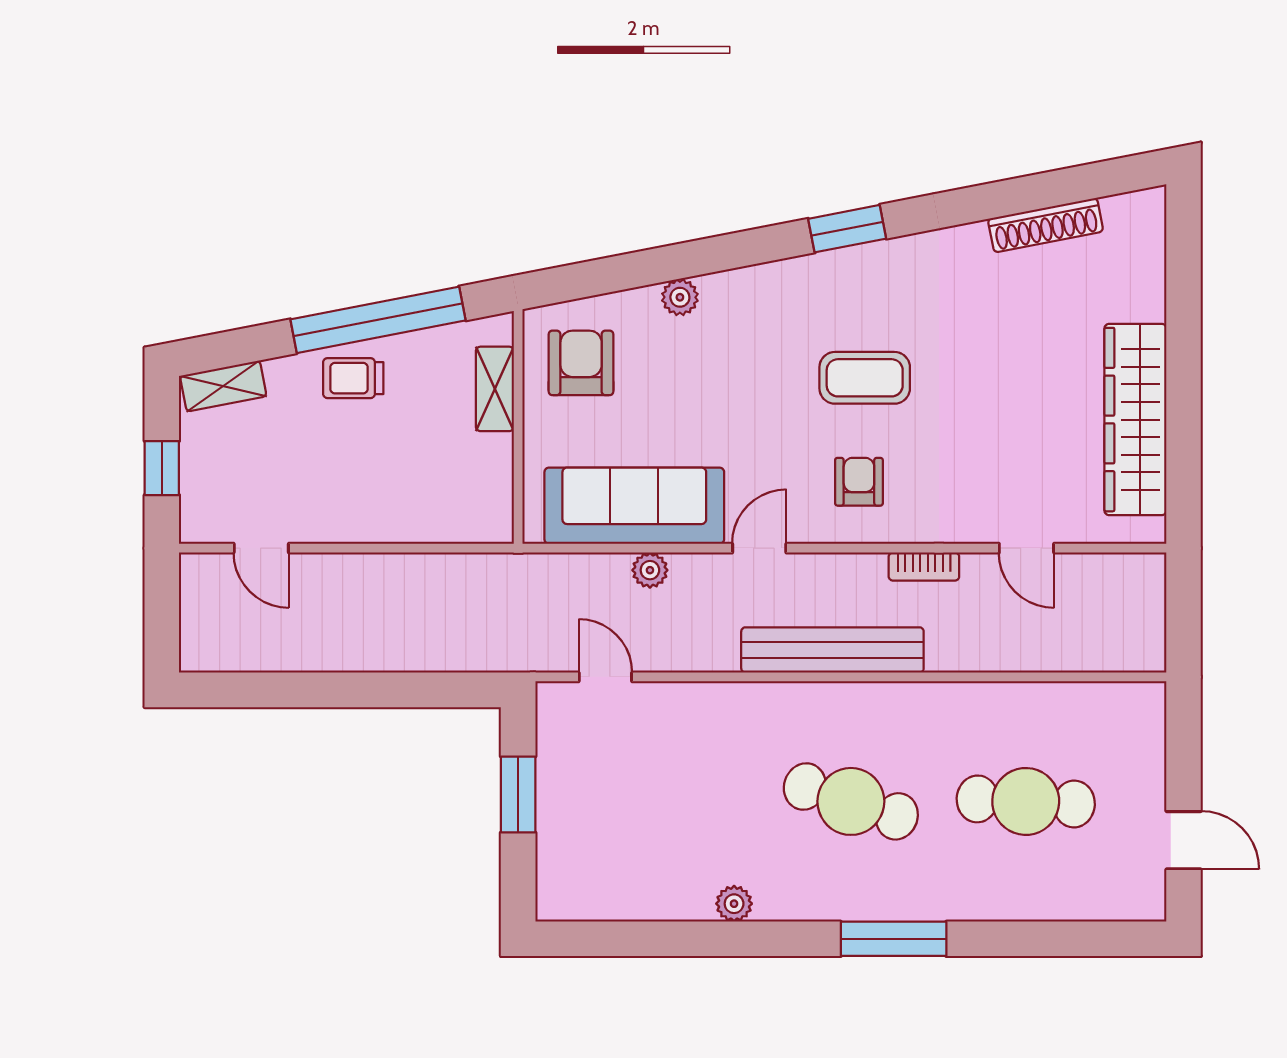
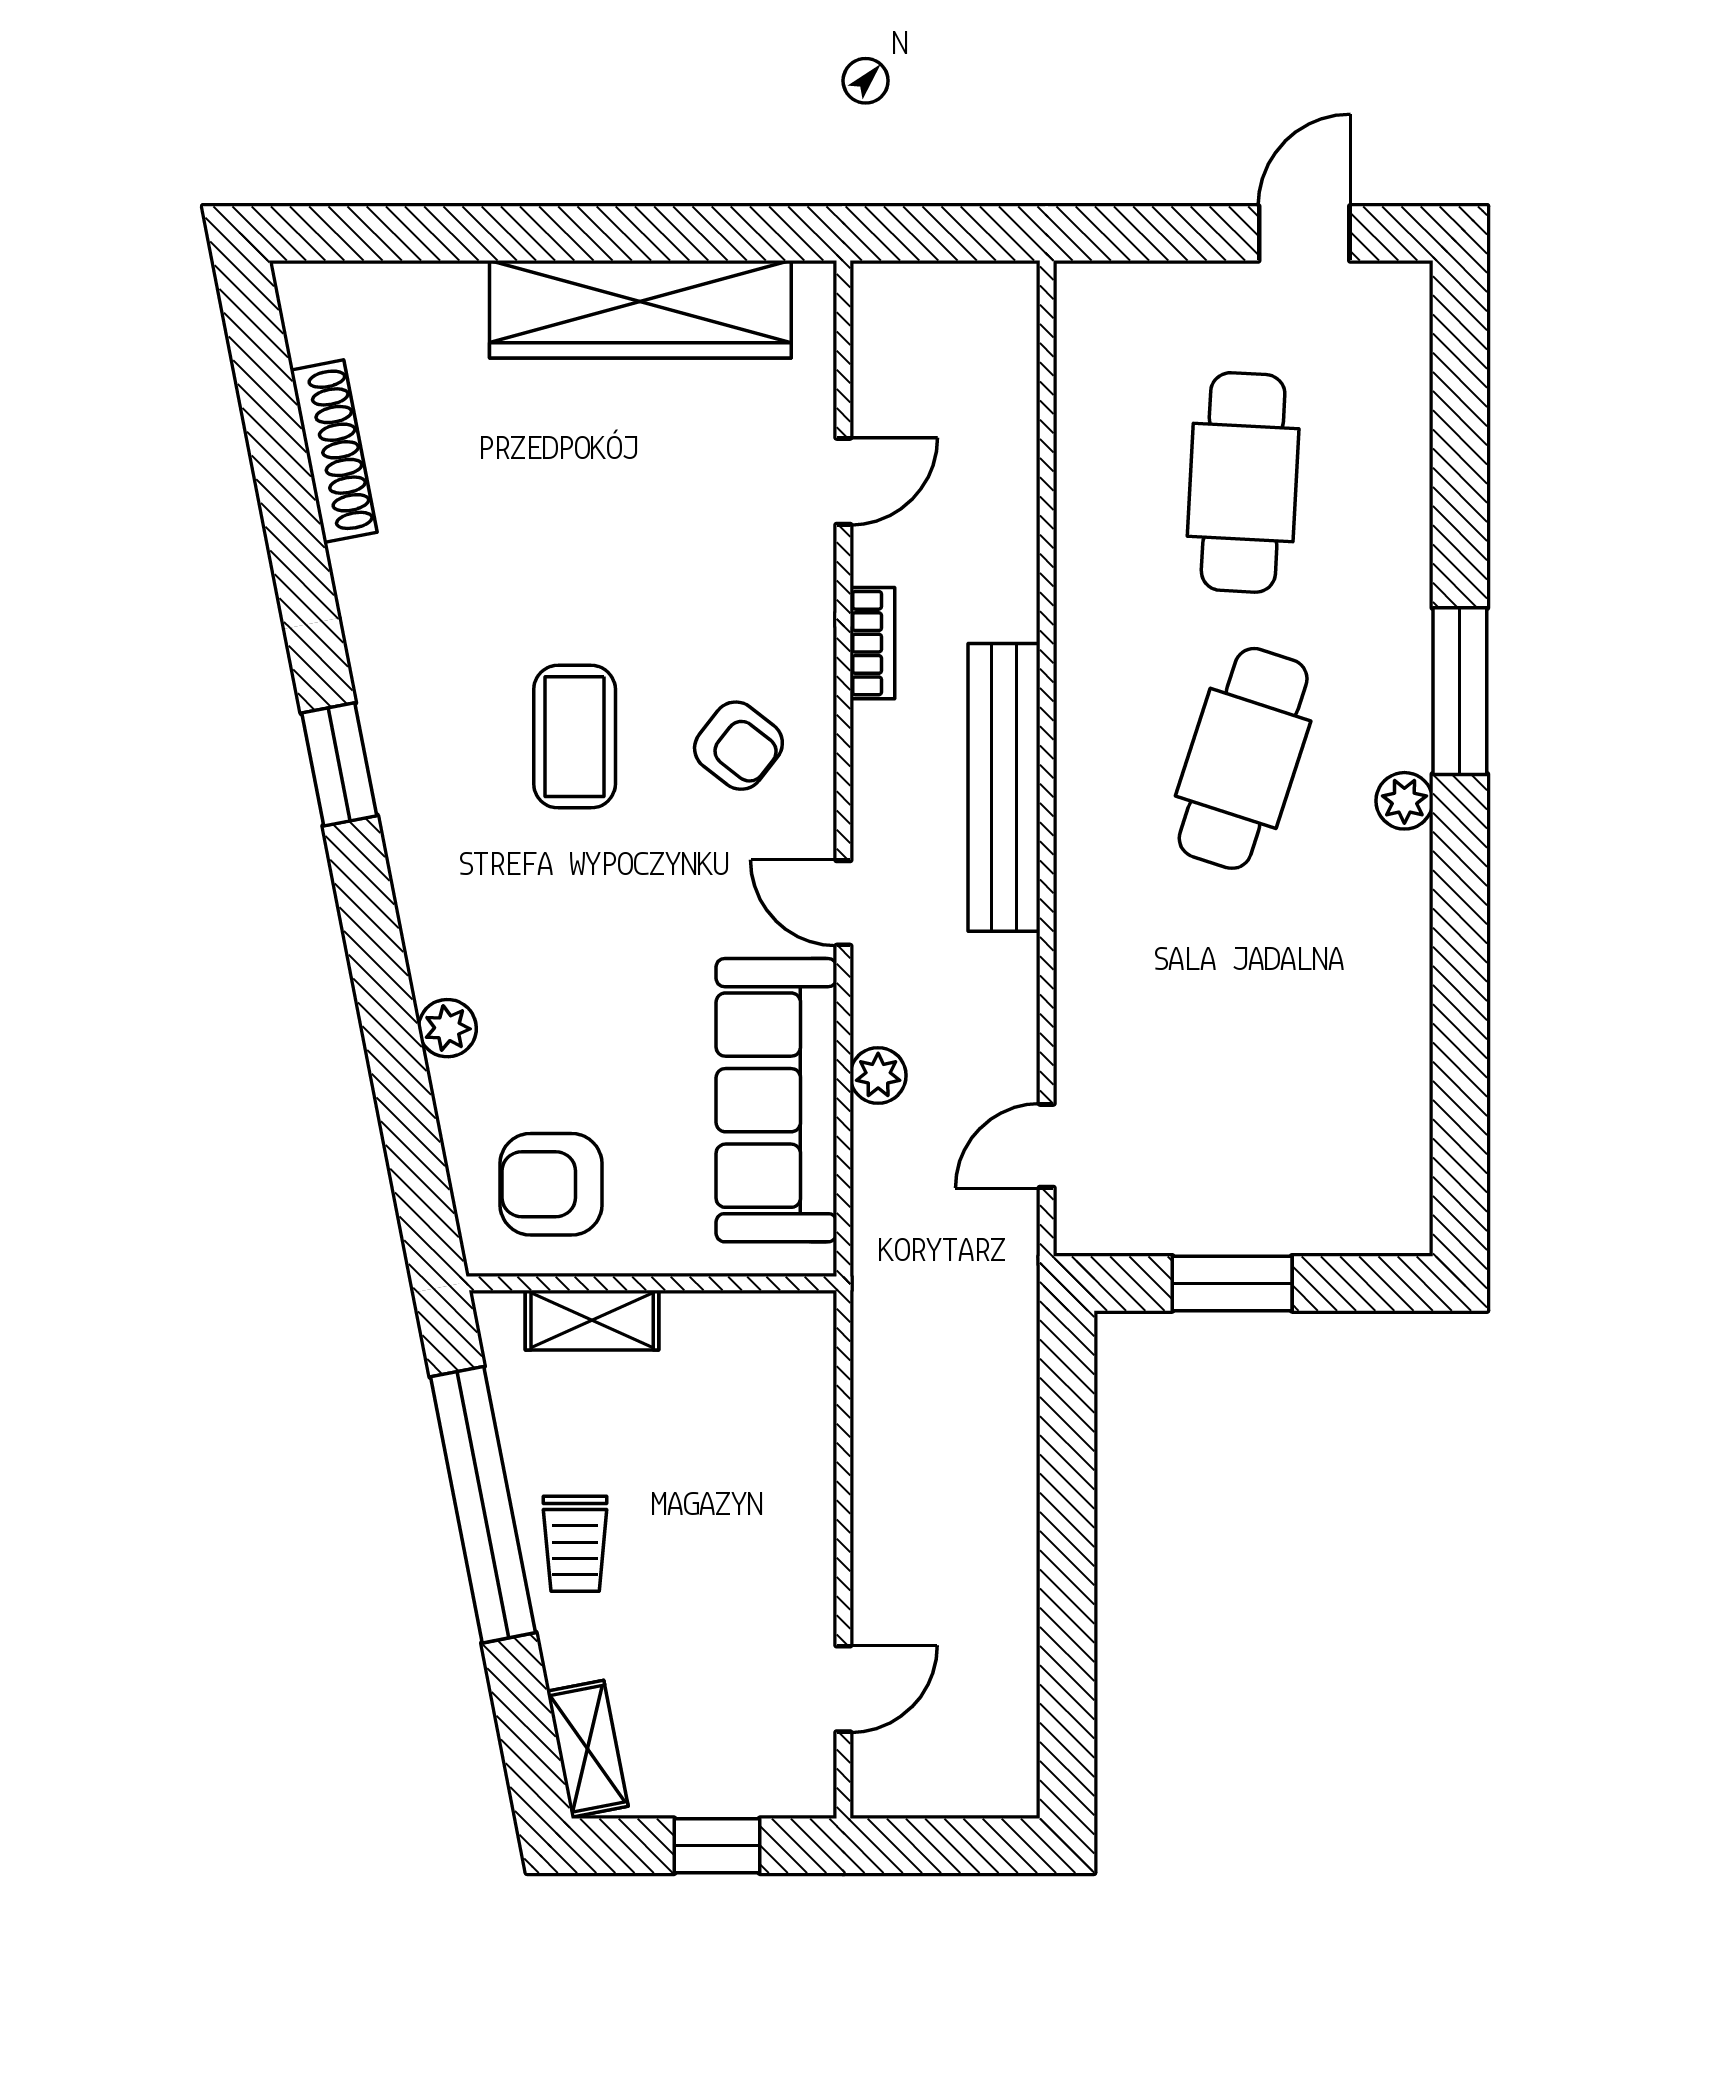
armchair: (859, 482) -> (738, 746), turned -142
plant: (734, 904) -> (1404, 801), moved

